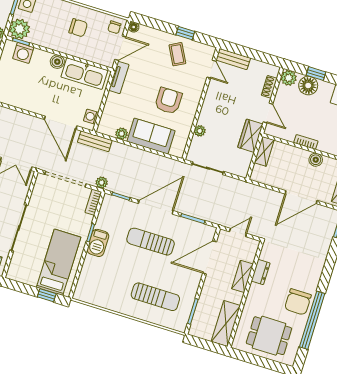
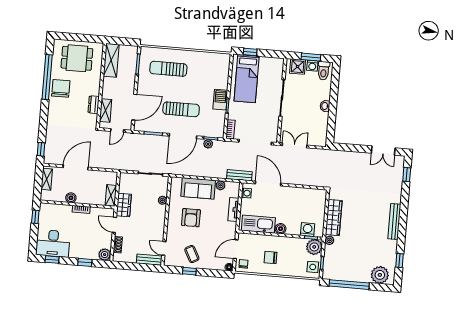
tv unit: (119, 77) -> (233, 209), moved
floor lamp: (308, 86) -> (89, 252), removed
plant: (102, 183) -> (208, 144), moved
shelving: (242, 276) -> (106, 110), moved

